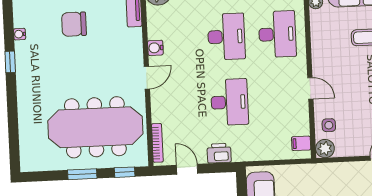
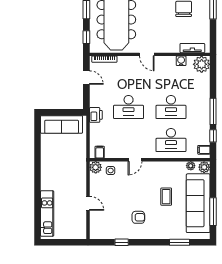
water cooler: (155, 48) -> (181, 61), moved
printer: (219, 153) -> (96, 115), moved
door: (187, 169) -> (86, 78), hinge flipped

